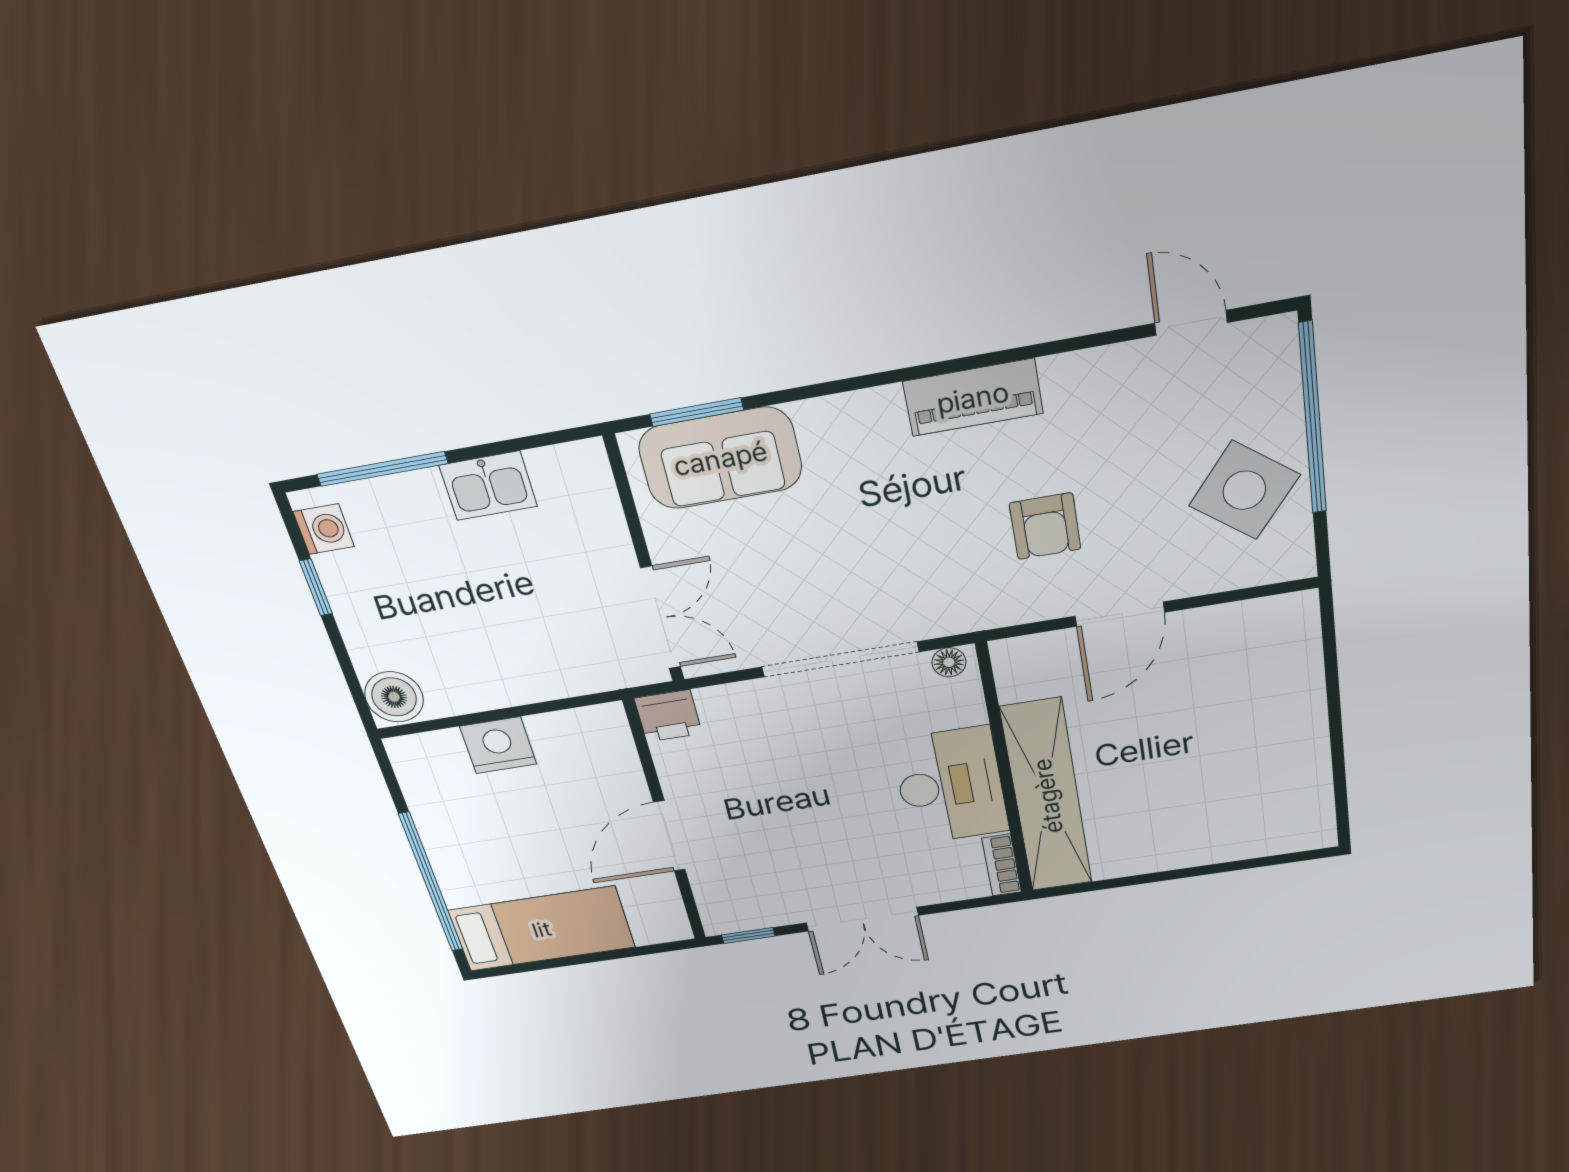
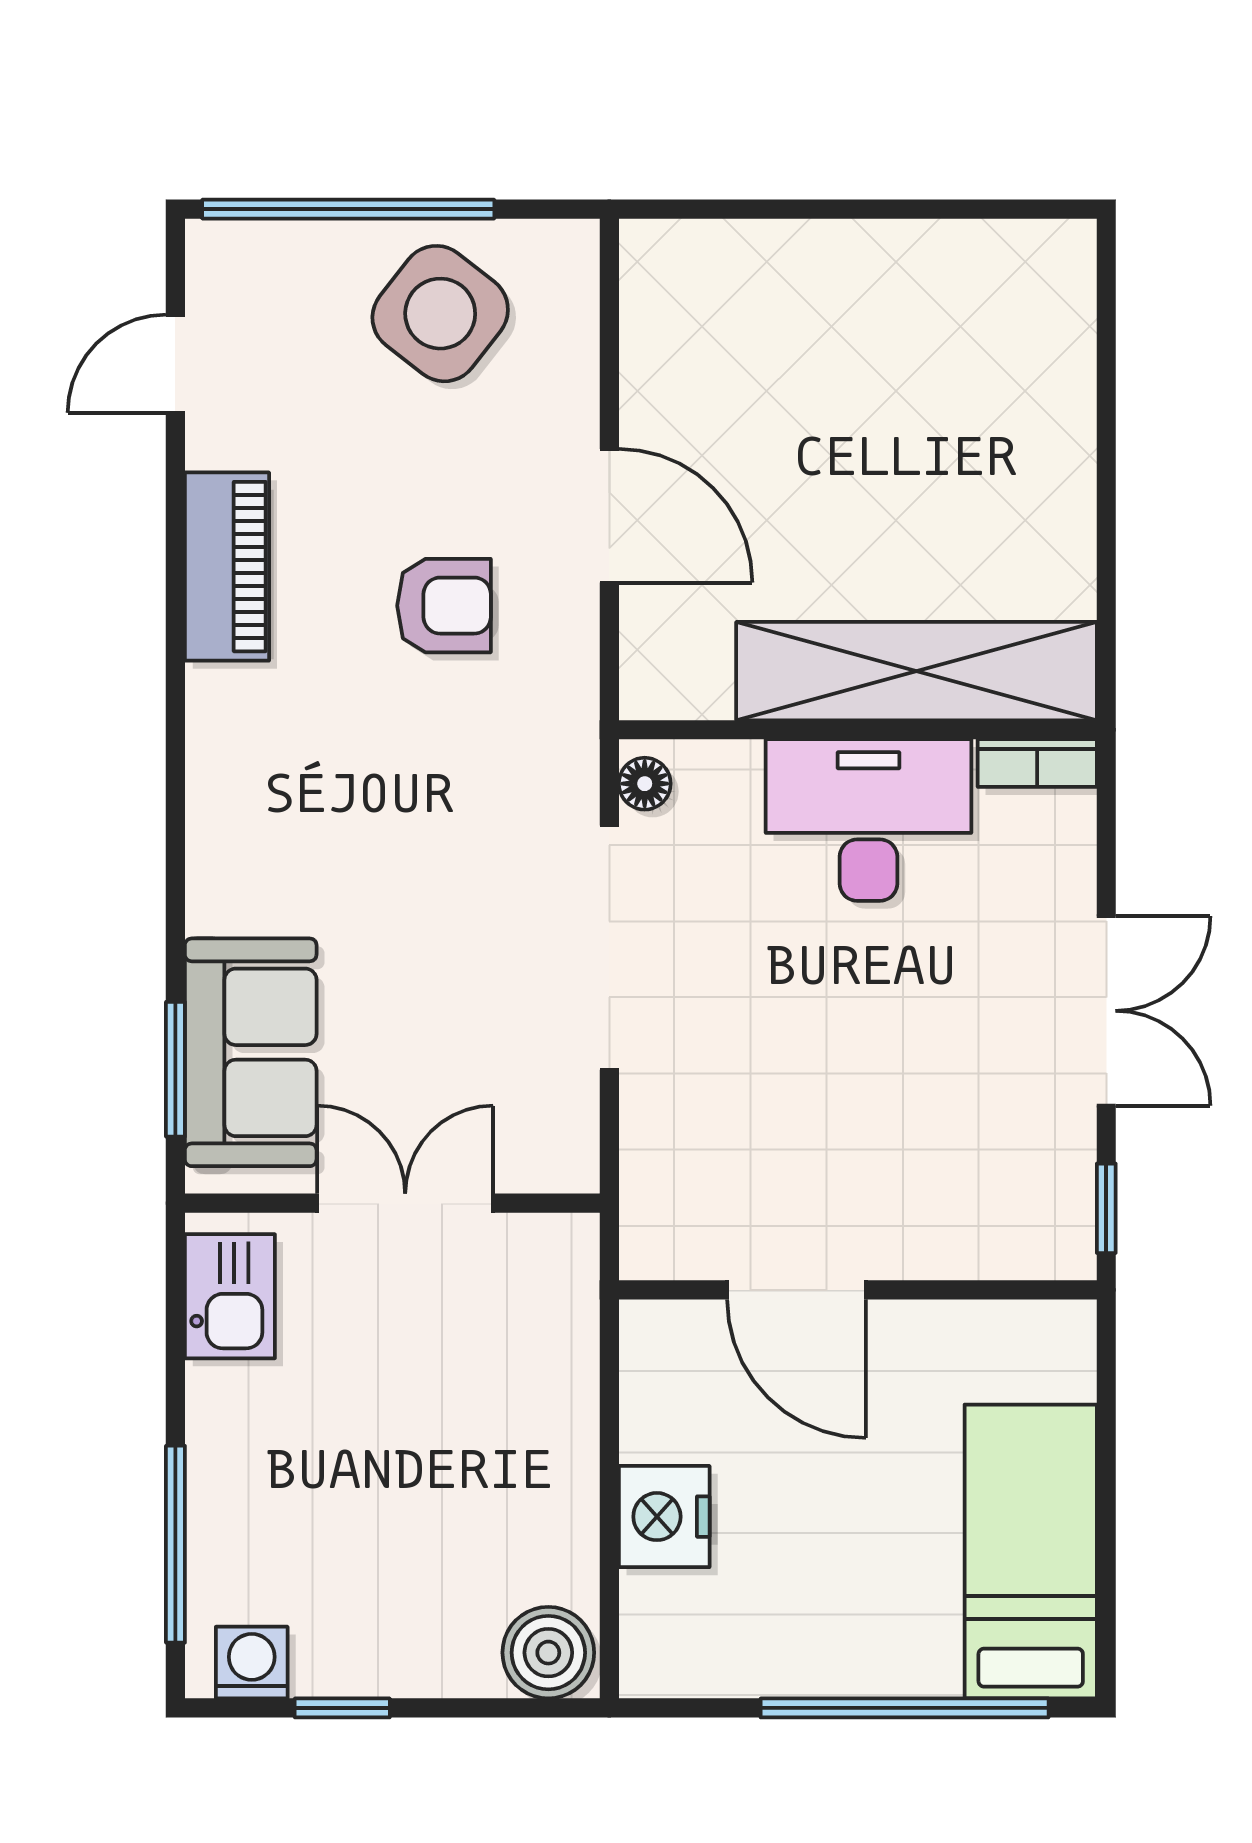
piano: (973, 397) -> (227, 567), moved
kitchen sink: (488, 486) -> (230, 1296), moved
double door: (661, 618) -> (405, 1203), moved
printer: (668, 716) -> (660, 1235), removed
door: (669, 836) -> (796, 1290), moved

